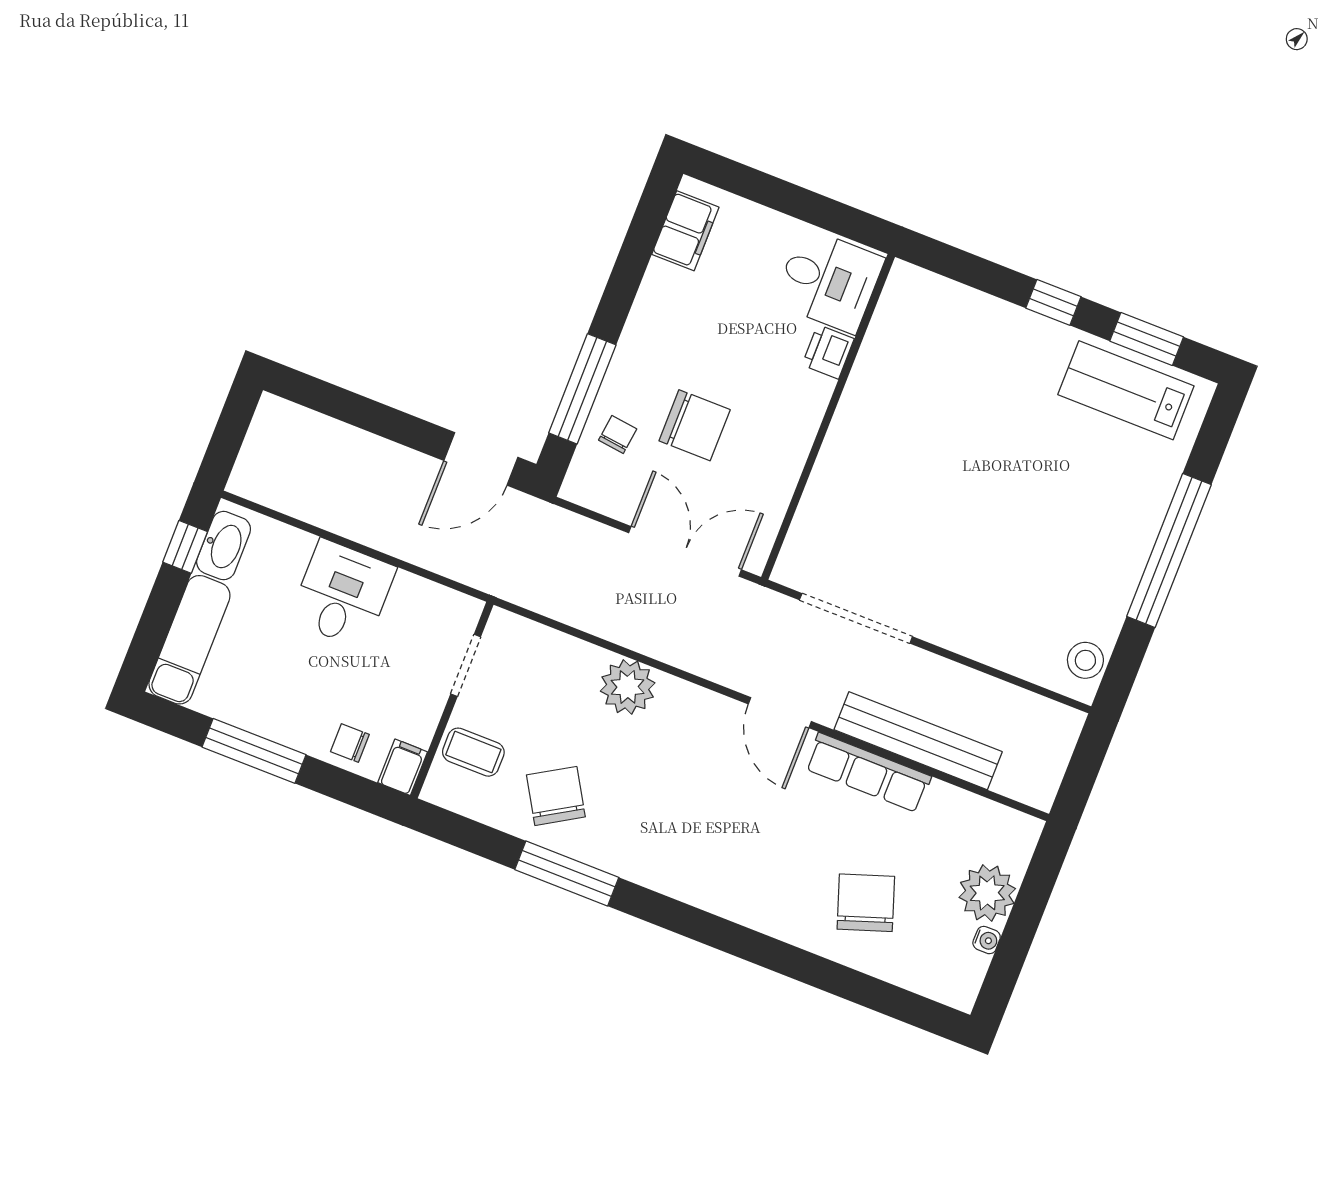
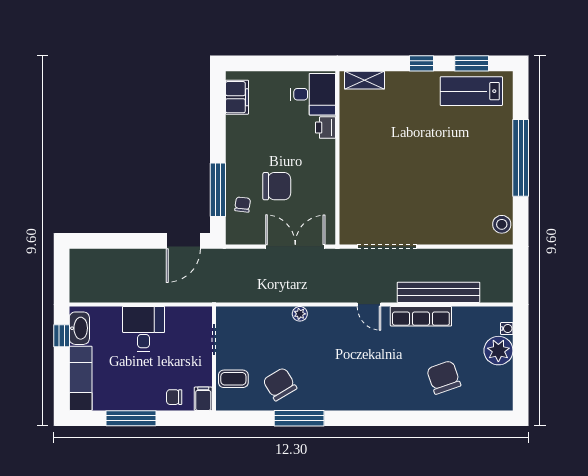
shelving: (935, 292) -> (365, 80), added
plant: (628, 687) -> (300, 314), width x0.53, depth x0.53
door: (780, 713) -> (369, 304), width x0.73
water cooler: (987, 940) -> (507, 329), moved

